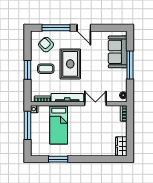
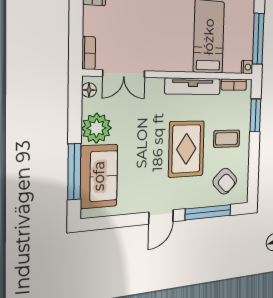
door: (84, 28) -> (161, 217), swing flipped
window: (130, 65) -> (74, 172), moved
window: (28, 70) -> (255, 115), moved
plant: (119, 76) -> (97, 128), added
double door: (95, 104) -> (124, 74), moved

